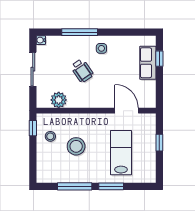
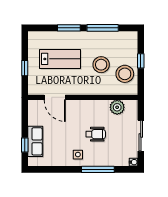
wheelchair: (82, 71) -> (96, 134), turned 124
window: (33, 128) -> (141, 61), moved
stool: (50, 136) -> (125, 74), width x1.89, depth x1.89
lab bench: (121, 153) -> (60, 59), turned -90

